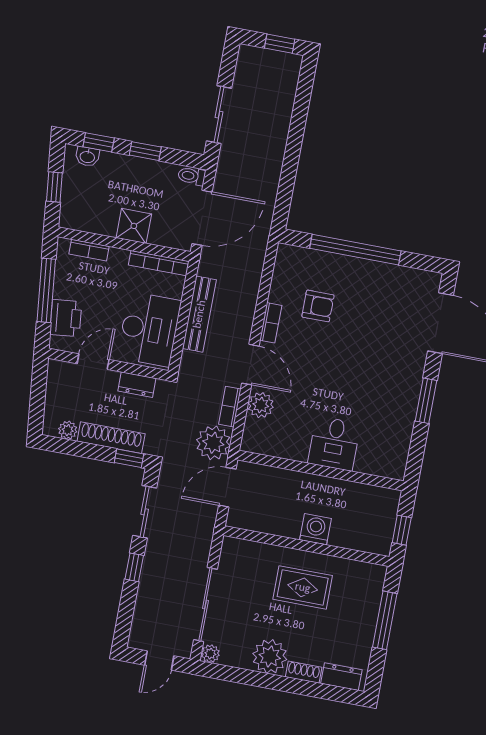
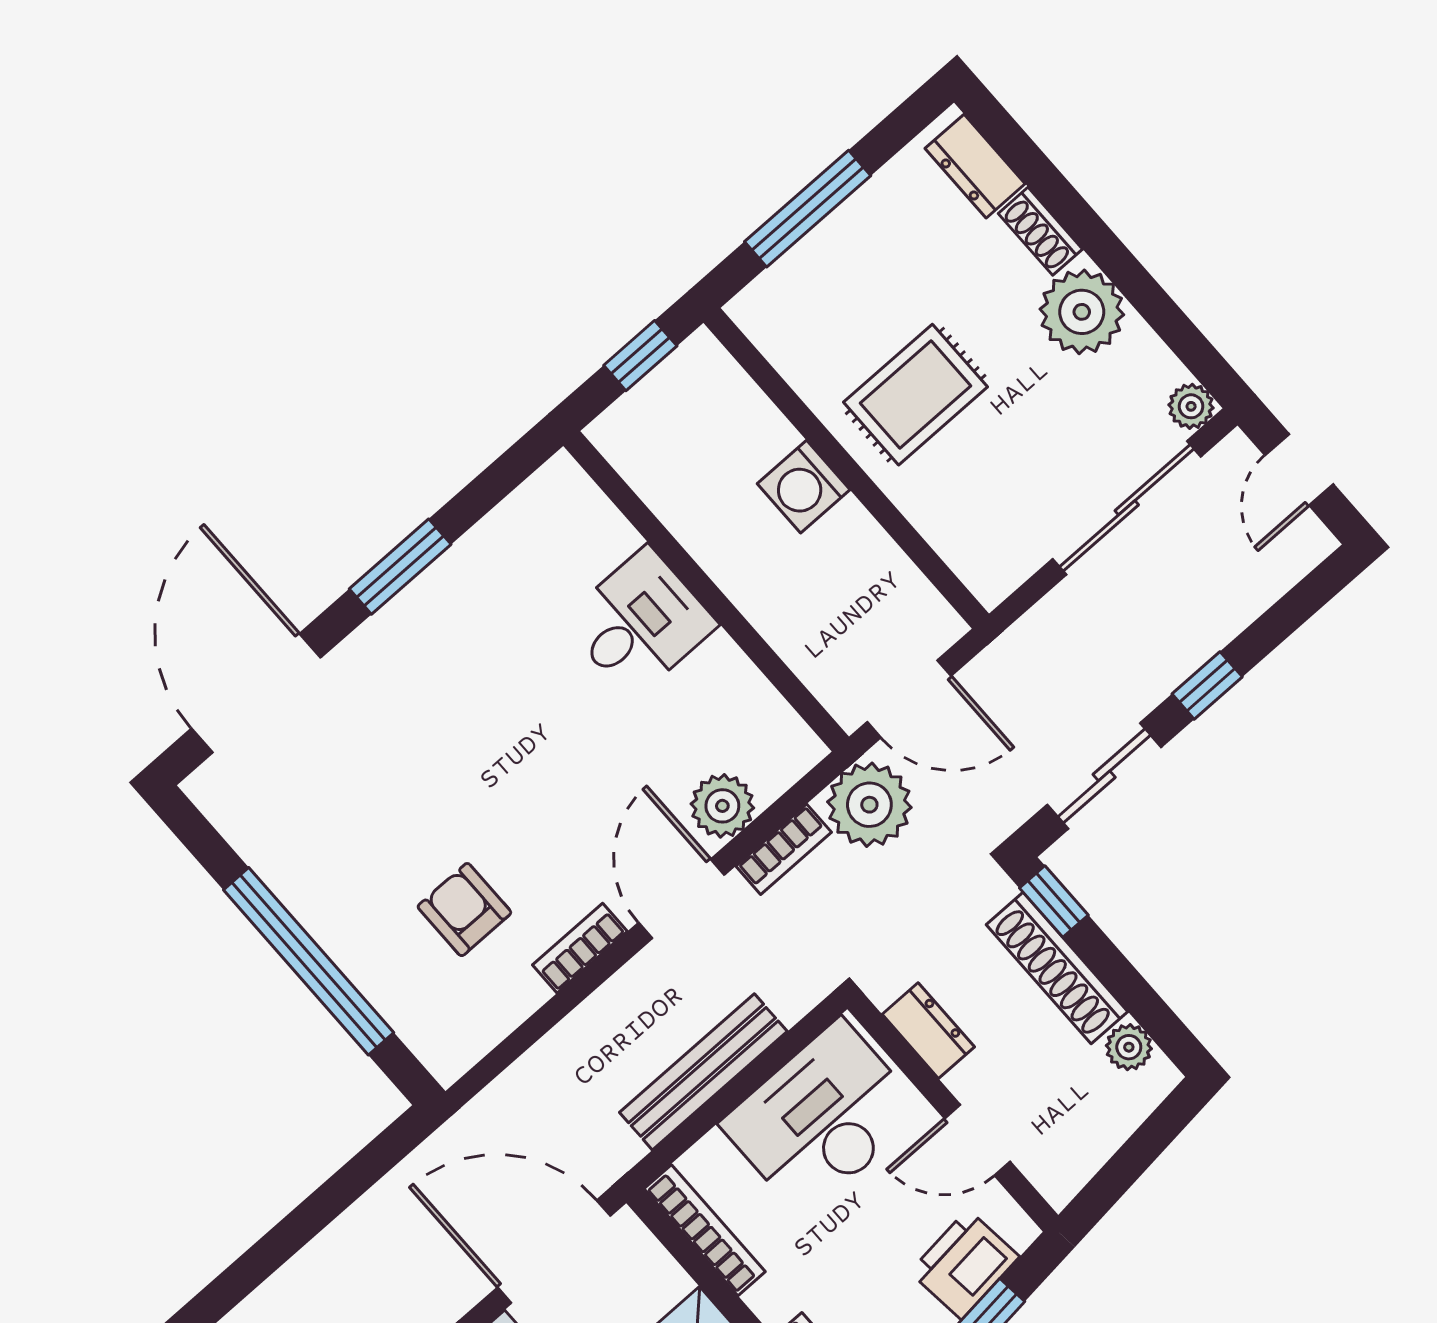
rug: (303, 587) -> (916, 395), turned 90
door: (159, 661) -> (1299, 470), swing flipped

